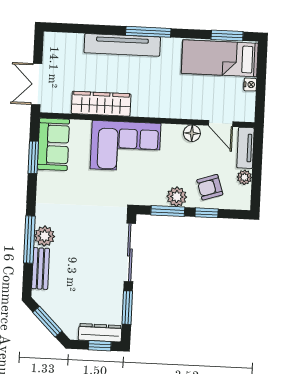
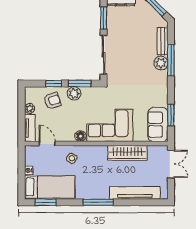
tv unit: (122, 45) -> (135, 193), moved
side table: (185, 100) -> (72, 158), added
floor lamp: (192, 133) -> (80, 136), moved

